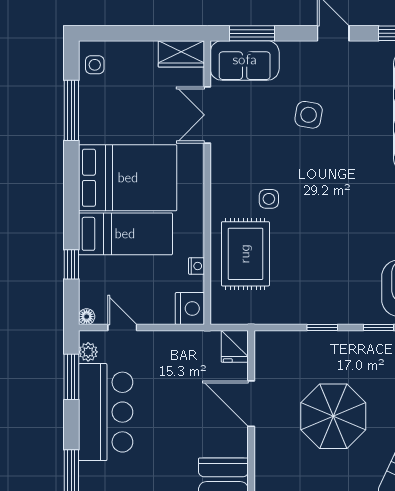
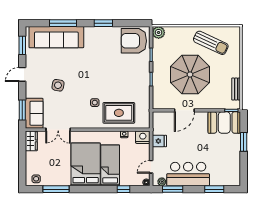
fridge: (235, 346) -> (159, 141), moved
parasol: (333, 416) -> (190, 74), width x1.36, depth x1.36

